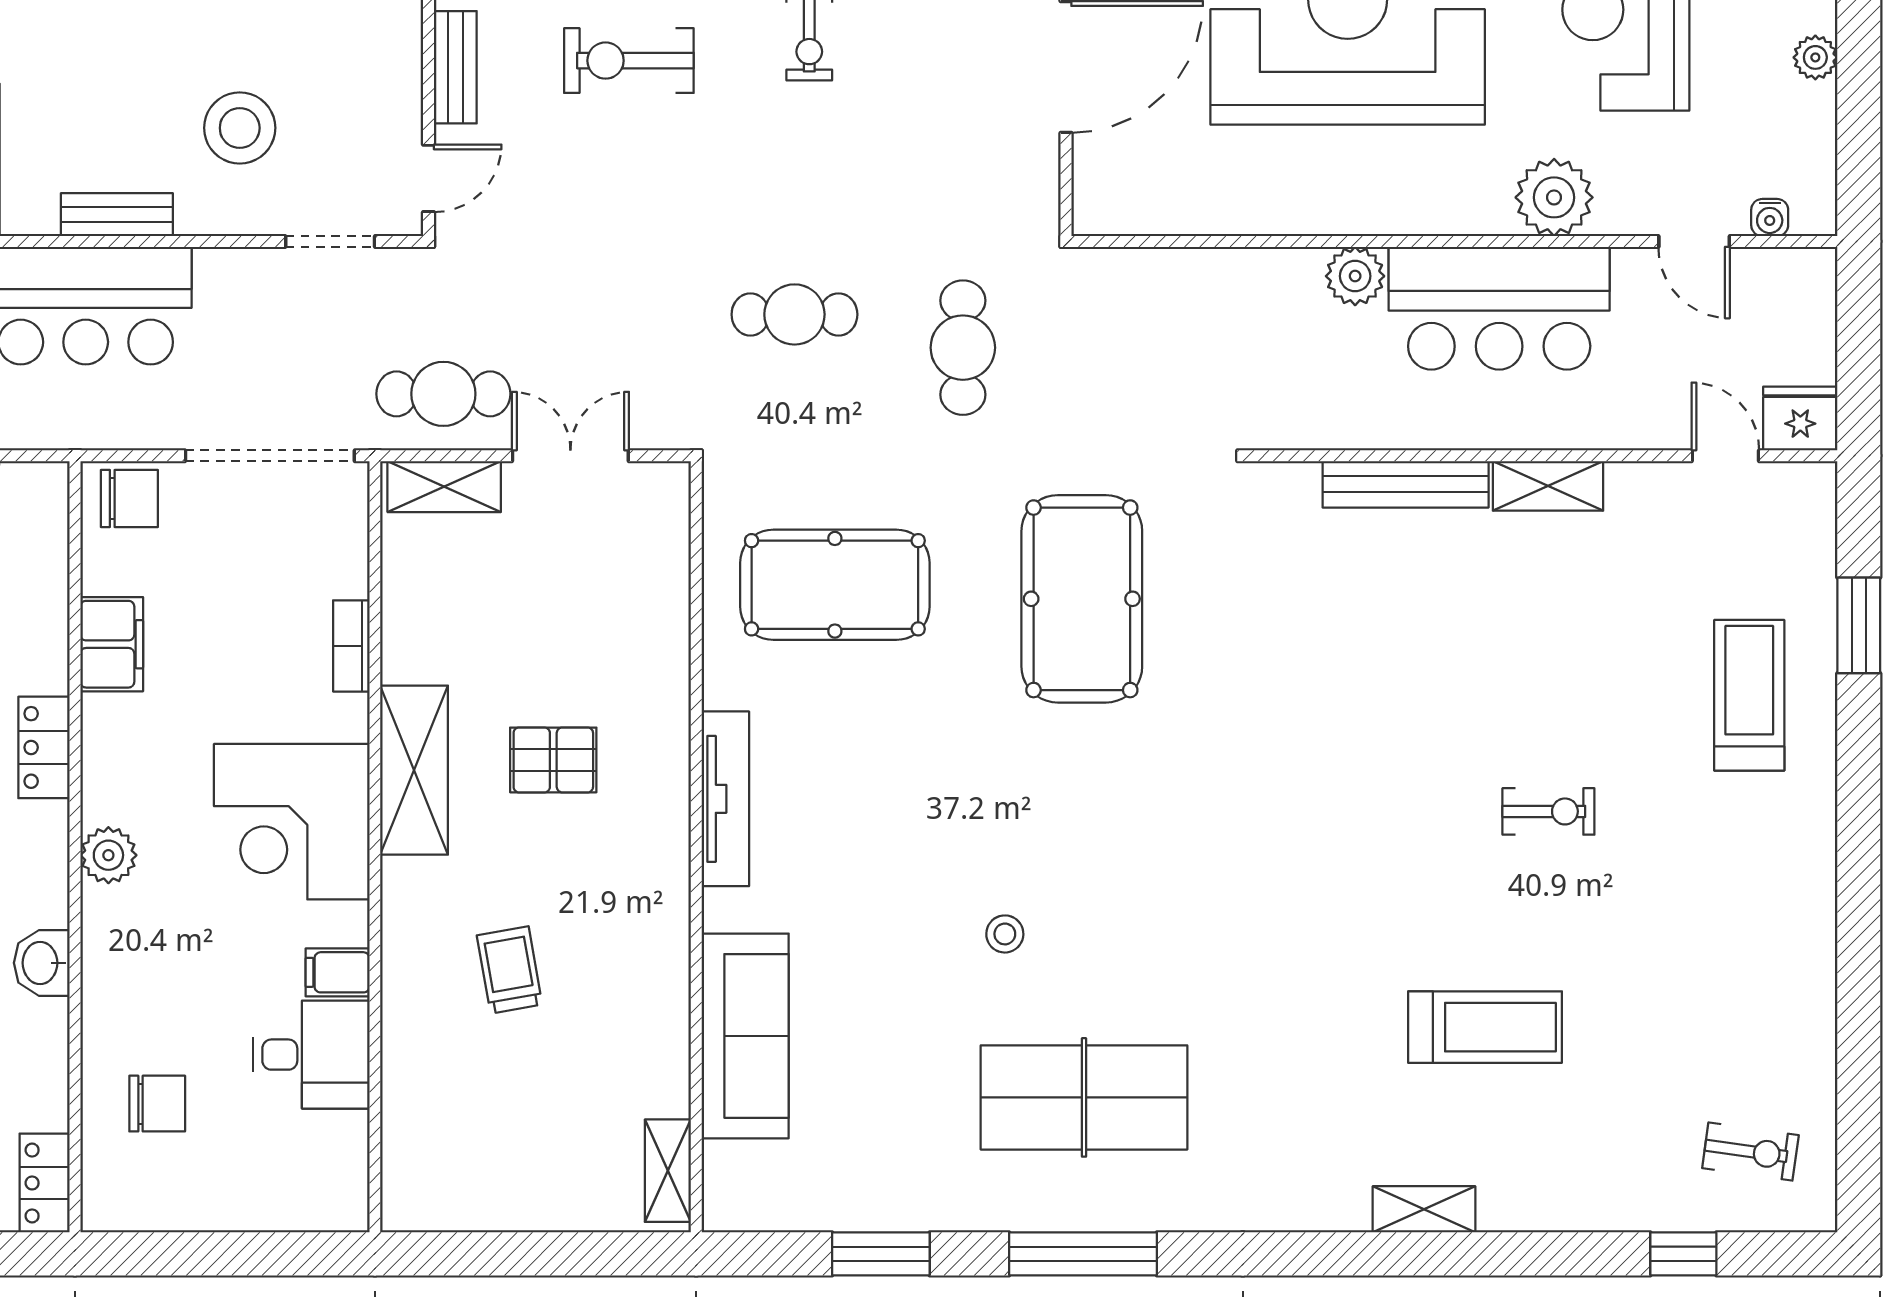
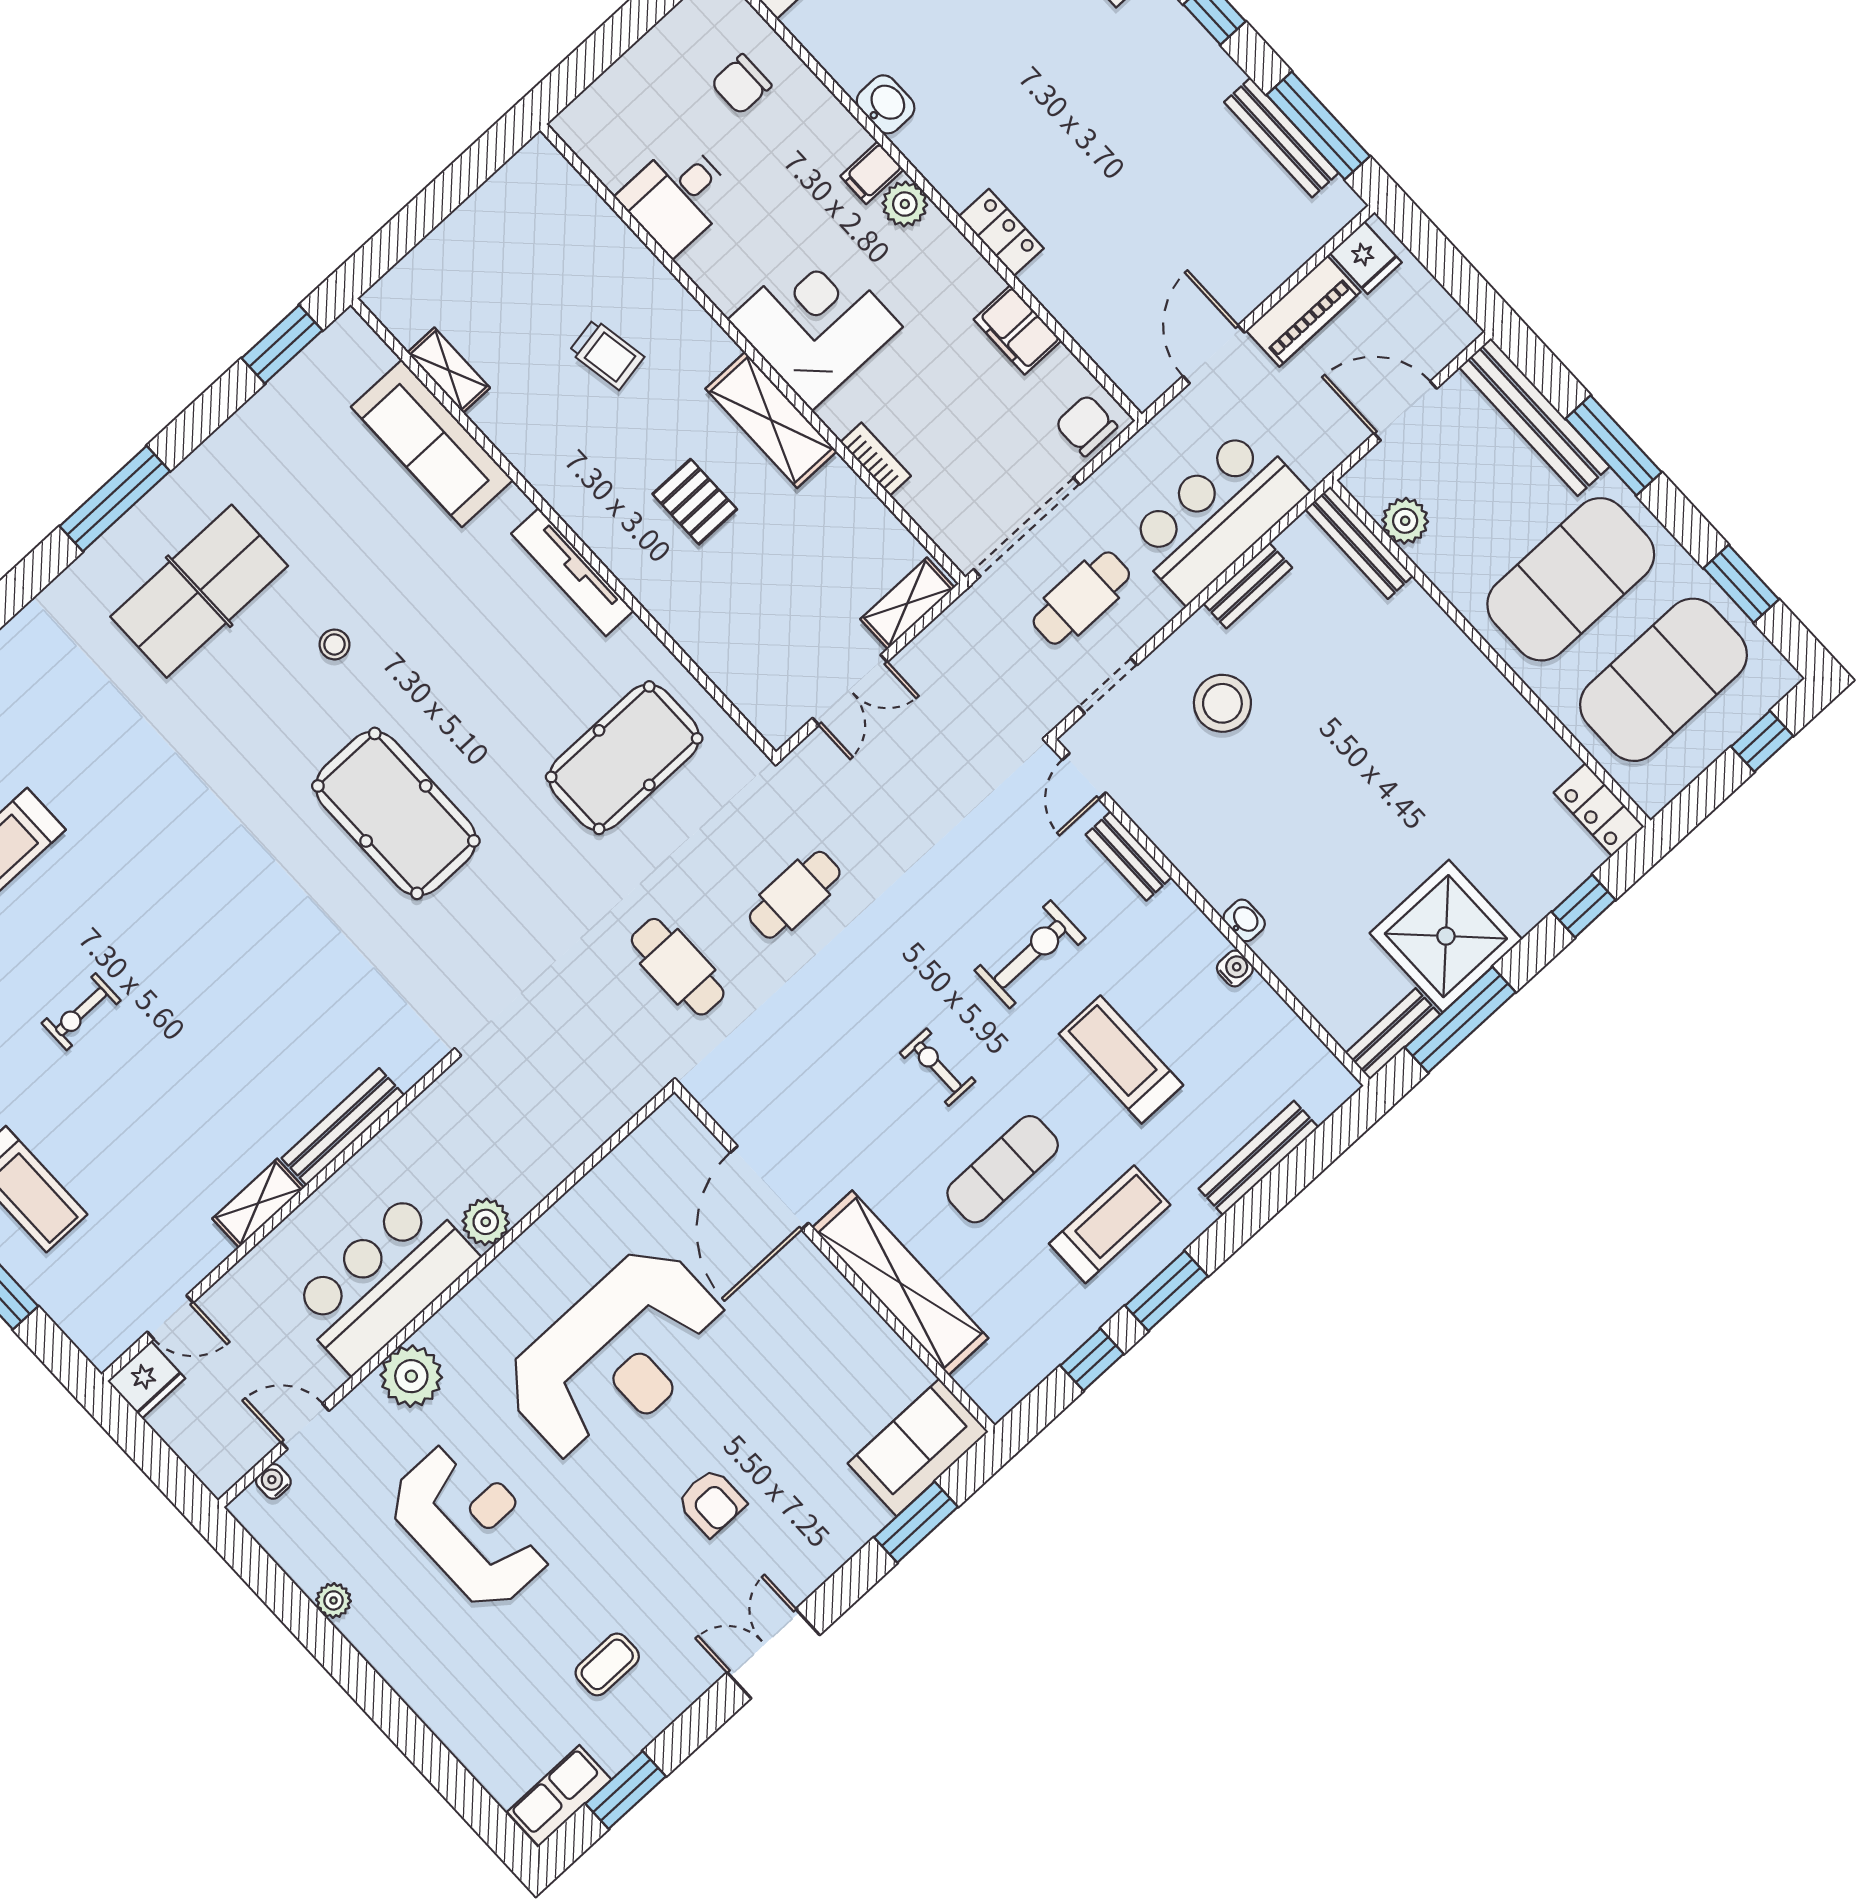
cafe table: (443, 394) -> (1081, 598), moved
chair: (129, 499) -> (1086, 425), turned 90
pool table: (1082, 599) -> (396, 813), moved
pallet: (553, 760) -> (695, 502), turned 90
filing cabinet: (338, 972) -> (872, 173), moved, turned 180
shelving: (668, 1171) -> (449, 370), moved
window: (881, 1254) -> (282, 344), moved

